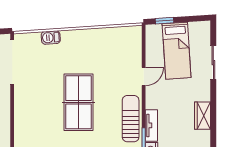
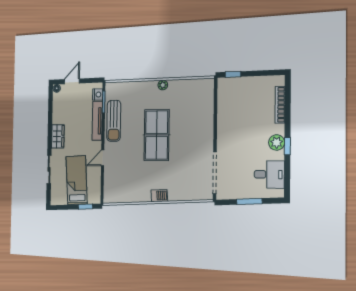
barbecue: (51, 38) -> (159, 196), moved
wardrobe: (203, 116) -> (58, 136), moved
tv unit: (151, 125) -> (97, 121), width x1.41

